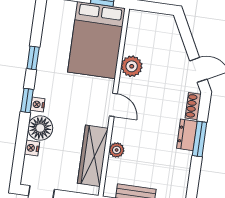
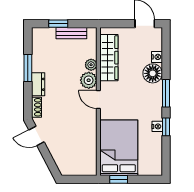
plant: (132, 66) -> (89, 80), moved
window: (27, 100) -> (166, 93), width x1.50
nightstand: (38, 104) -> (157, 126), moved
window: (200, 139) -> (28, 68), moved

